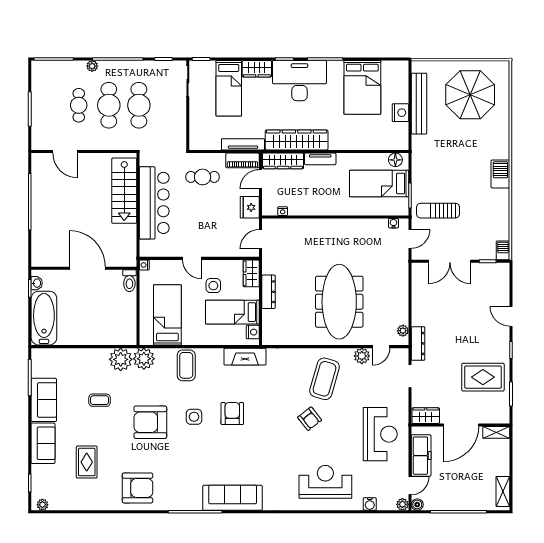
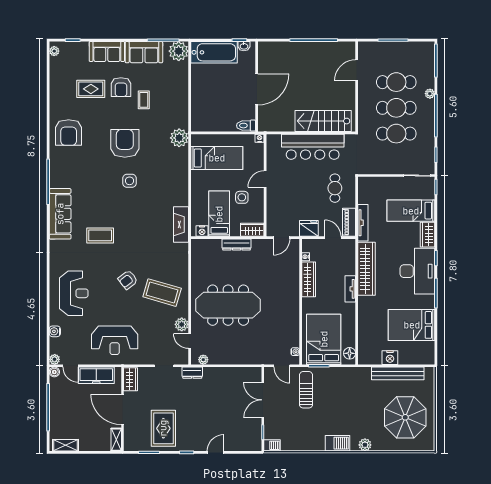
cafe table: (79, 105) -> (396, 82), width x1.37, depth x1.35
plant: (502, 142) -> (365, 445), added
wardrobe: (283, 161) -> (309, 279), moved, turned 180
bed: (379, 183) -> (324, 339), width x1.50
door: (260, 239) -> (282, 238), swing flipped
dresser: (418, 343) -> (192, 373), width x0.70
plant: (121, 359) -> (179, 51), moved
coffee table: (186, 365) -> (100, 235), moved
armchair: (232, 413) -> (121, 87), moved, turned 90

